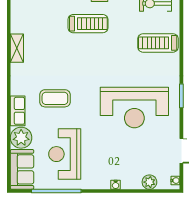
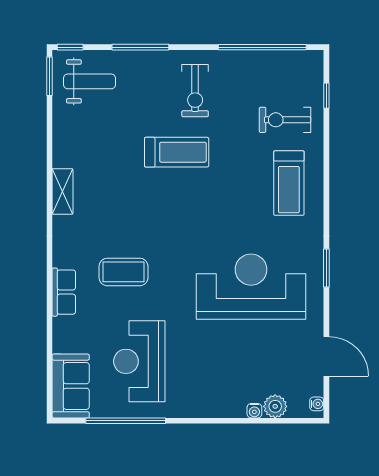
treadmill: (158, 43) -> (289, 183), turned -90
reception desk: (134, 107) -> (251, 287), turned 180
plant: (21, 138) -> (69, 335), removed
water cooler: (116, 185) -> (254, 411), moved

